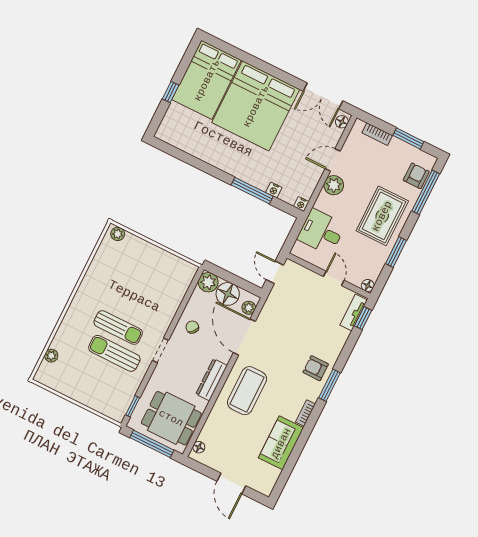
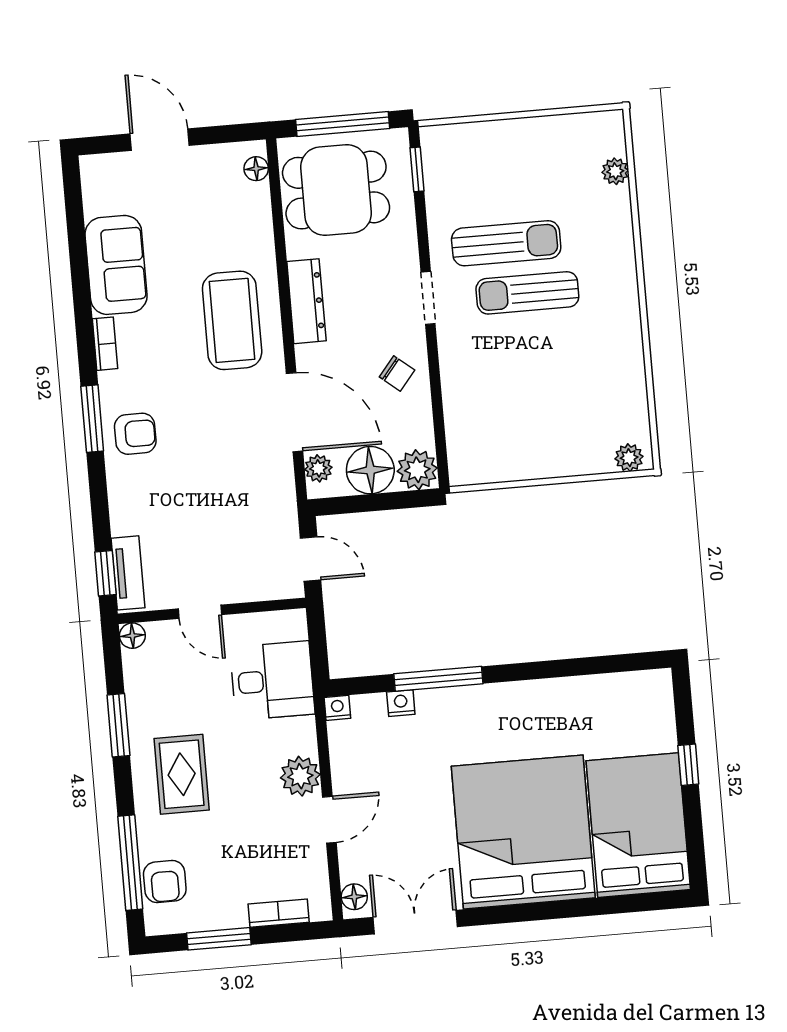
rug: (382, 216) -> (182, 774), width x0.73, depth x0.70

